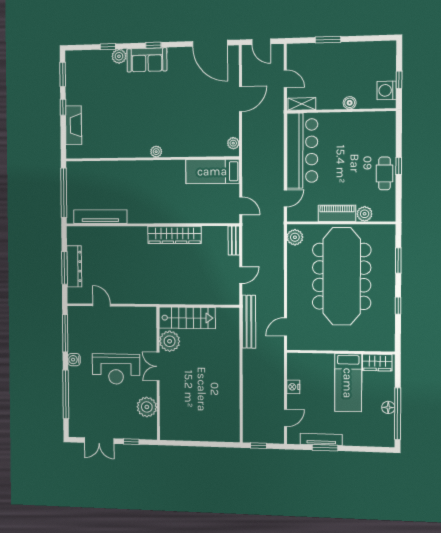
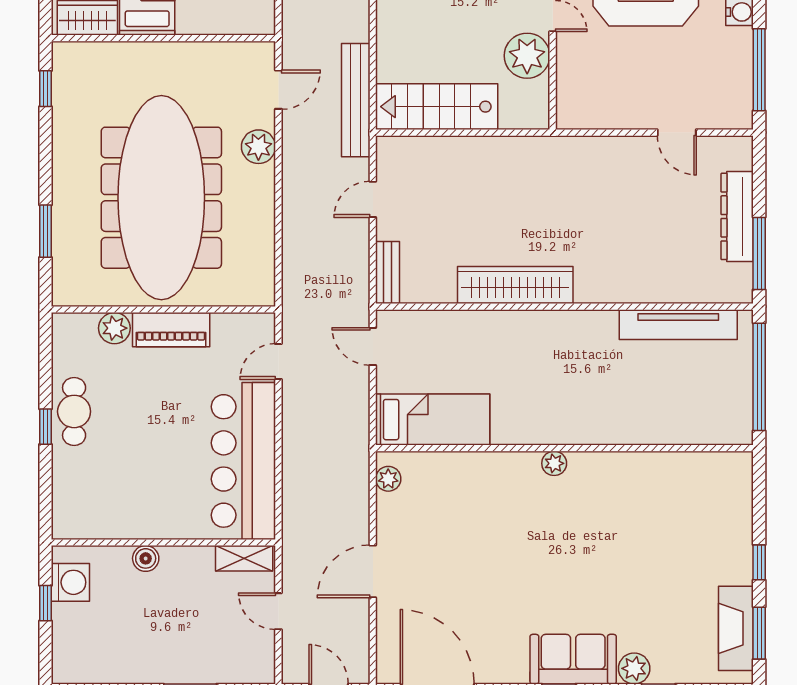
fireplace: (74, 125) -> (736, 628), moved
plant: (295, 237) -> (258, 147), moved
window: (65, 268) -> (759, 254), moved
window: (398, 306) -> (45, 89), moved
stairs: (187, 318) -> (437, 107), moved

